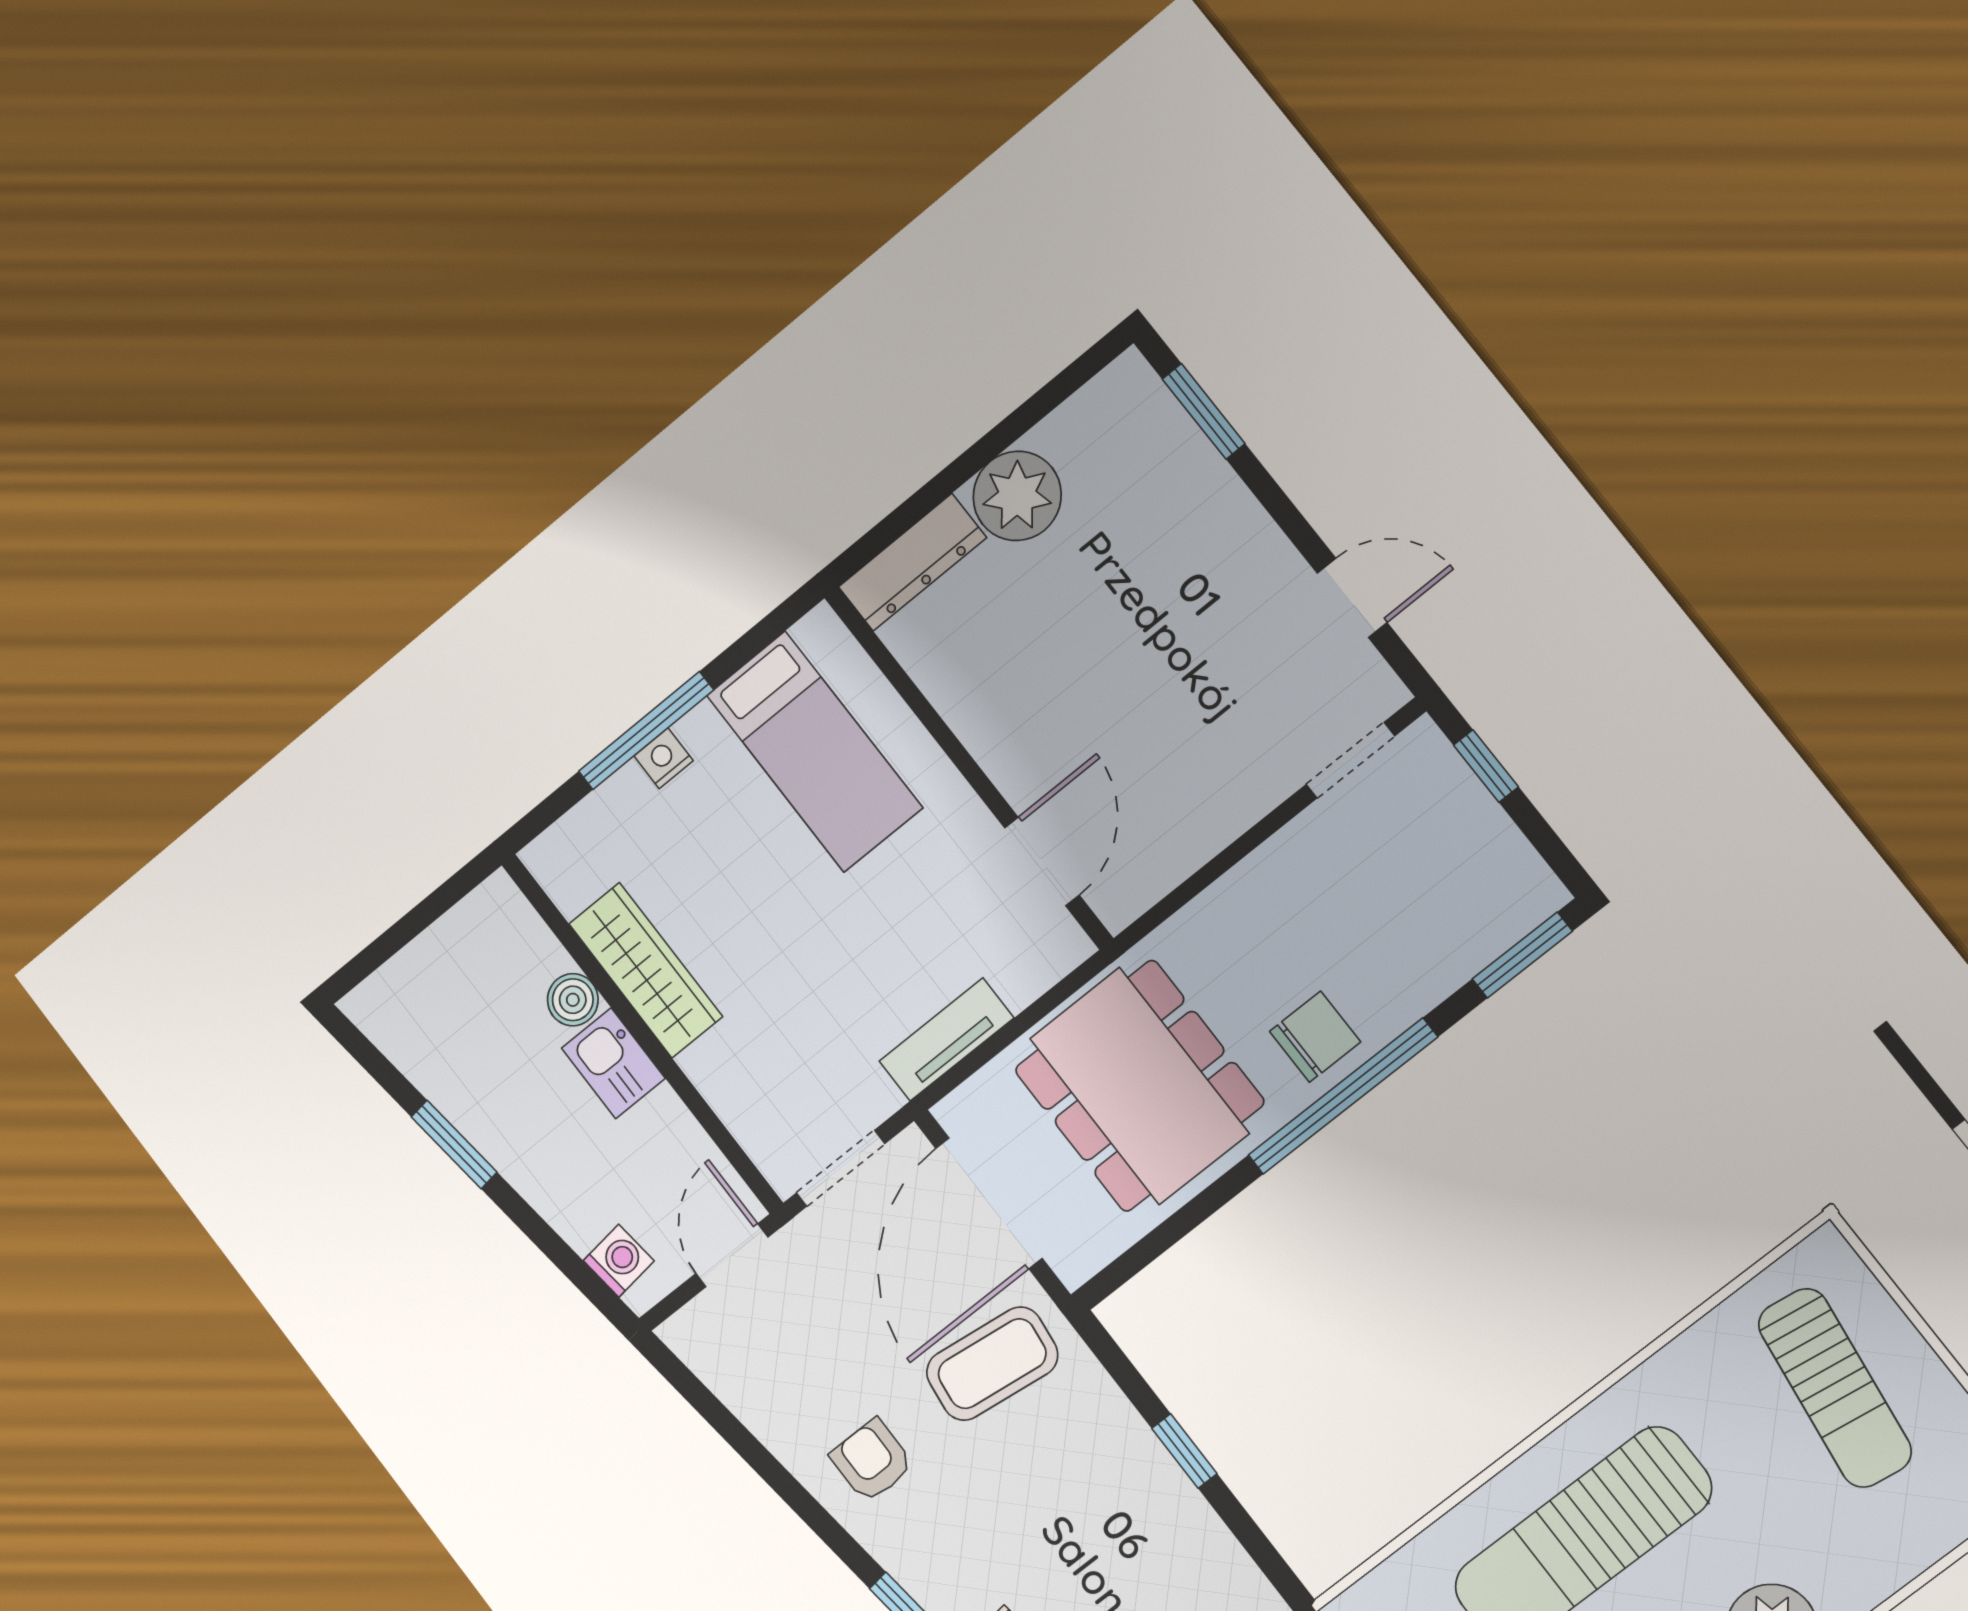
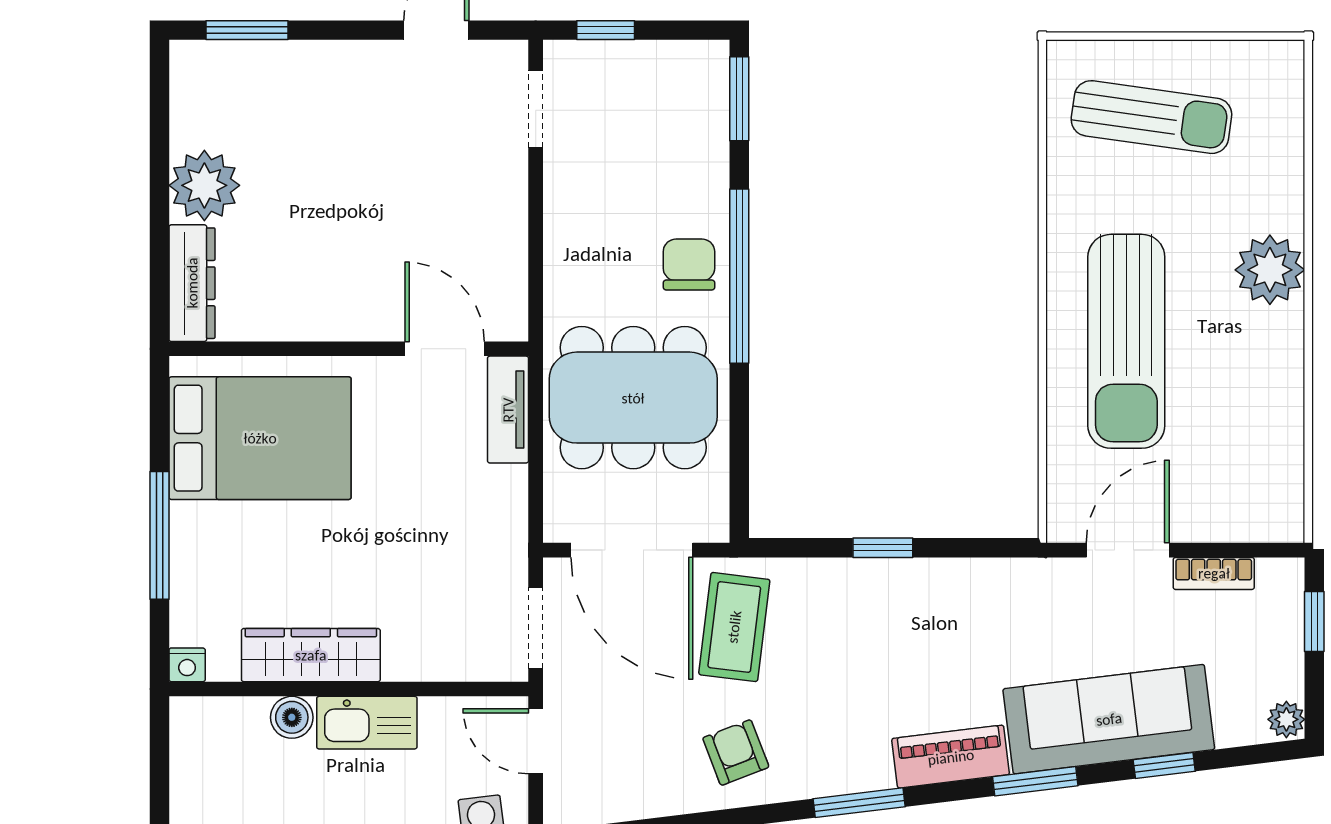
bed: (814, 752) -> (260, 438), width x1.50
nightstand: (664, 758) -> (187, 665), moved, turned -90
tv unit: (946, 1039) -> (508, 410), moved
kitchen sink: (613, 1063) -> (367, 723), width x1.38
armchair: (872, 1461) -> (736, 753), turned 69

